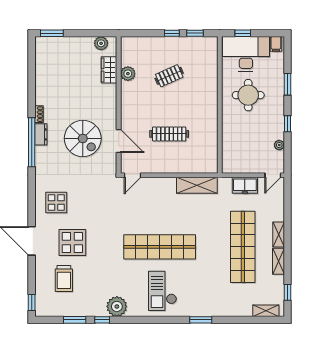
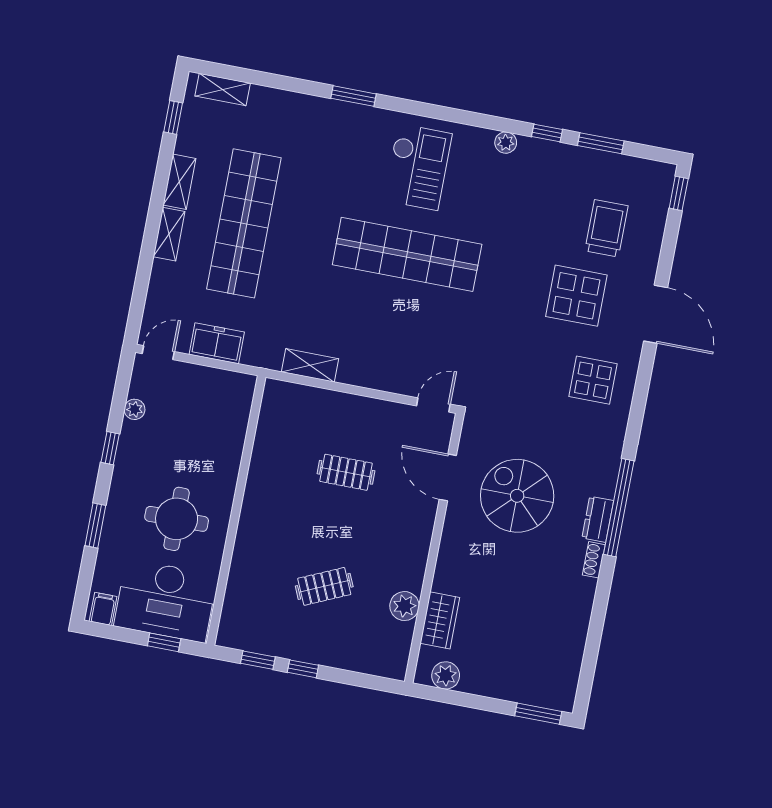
clothes rail: (169, 134) -> (346, 472), width x0.73
shelving: (197, 185) -> (310, 365), width x0.67, depth x0.75
plant: (117, 306) -> (506, 143), width x0.53, depth x0.53

